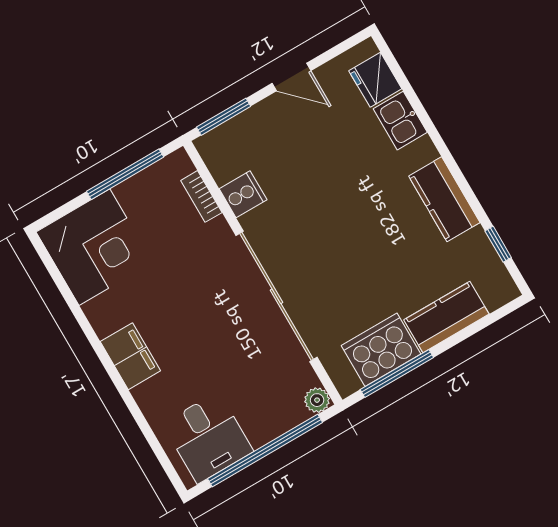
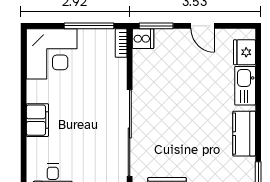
kitchen sink: (400, 121) -> (245, 86), width x1.38
cooker: (243, 194) -> (143, 39), moved
bookcase: (201, 196) -> (121, 43), moved

